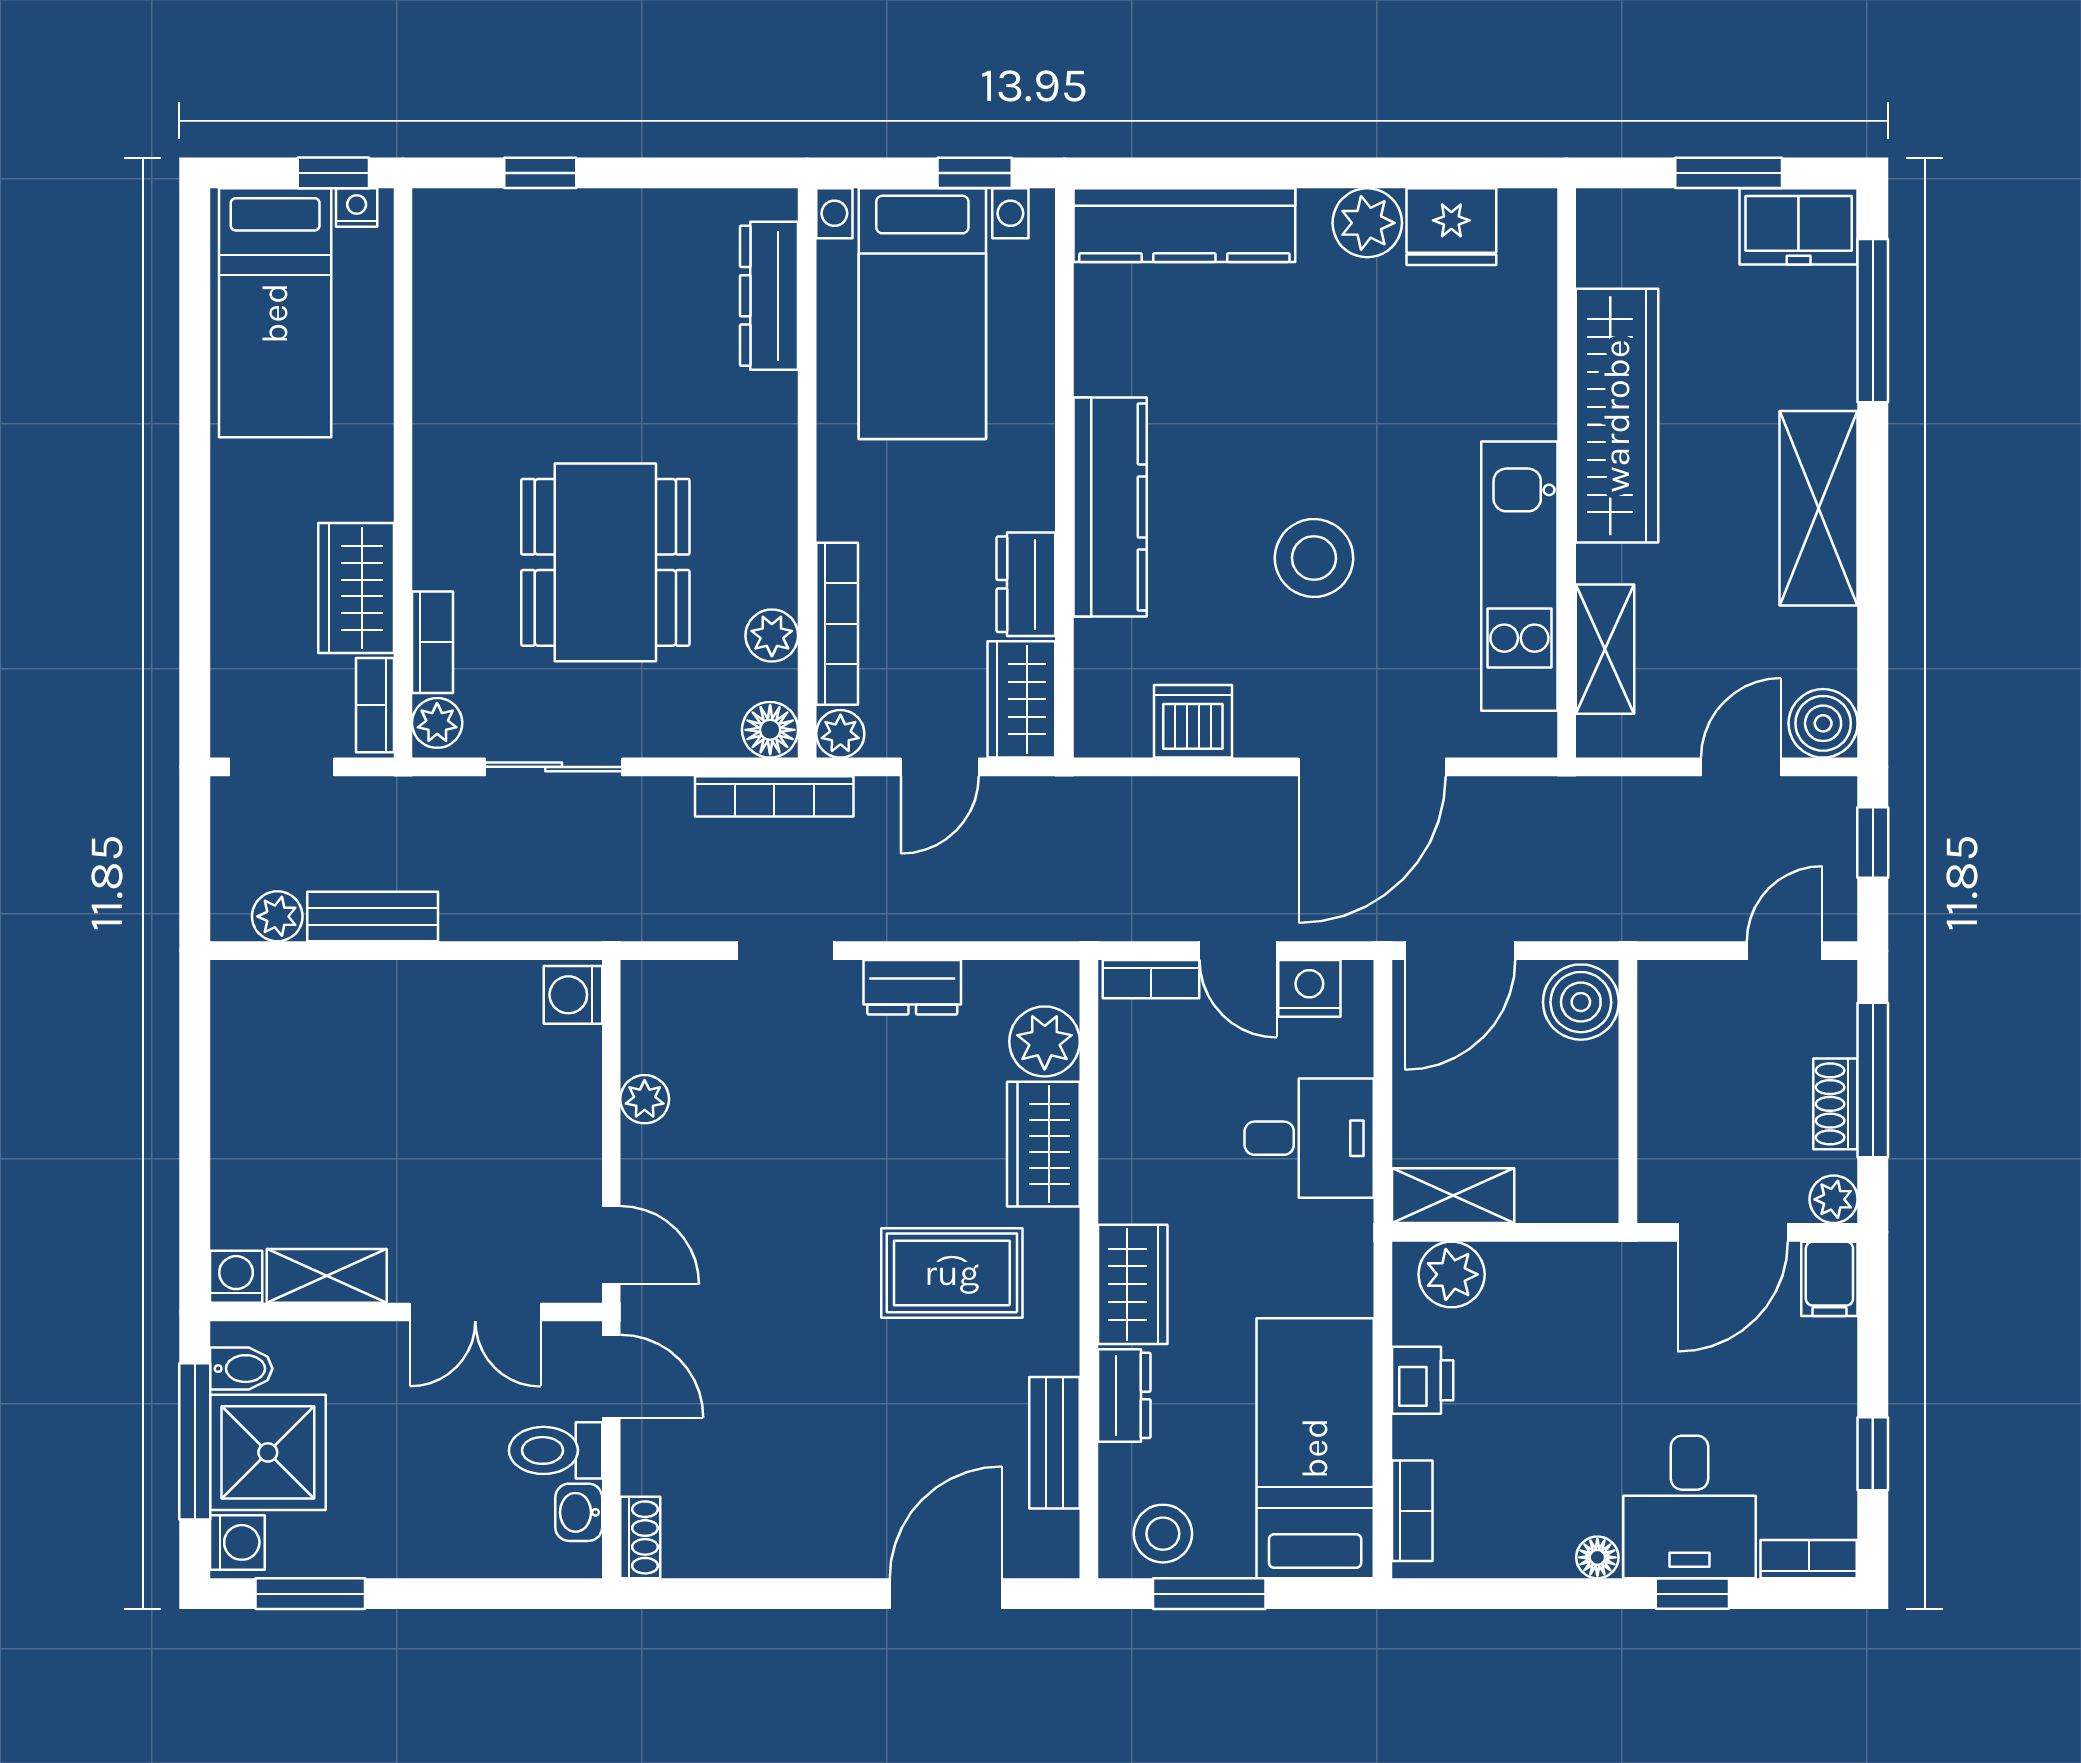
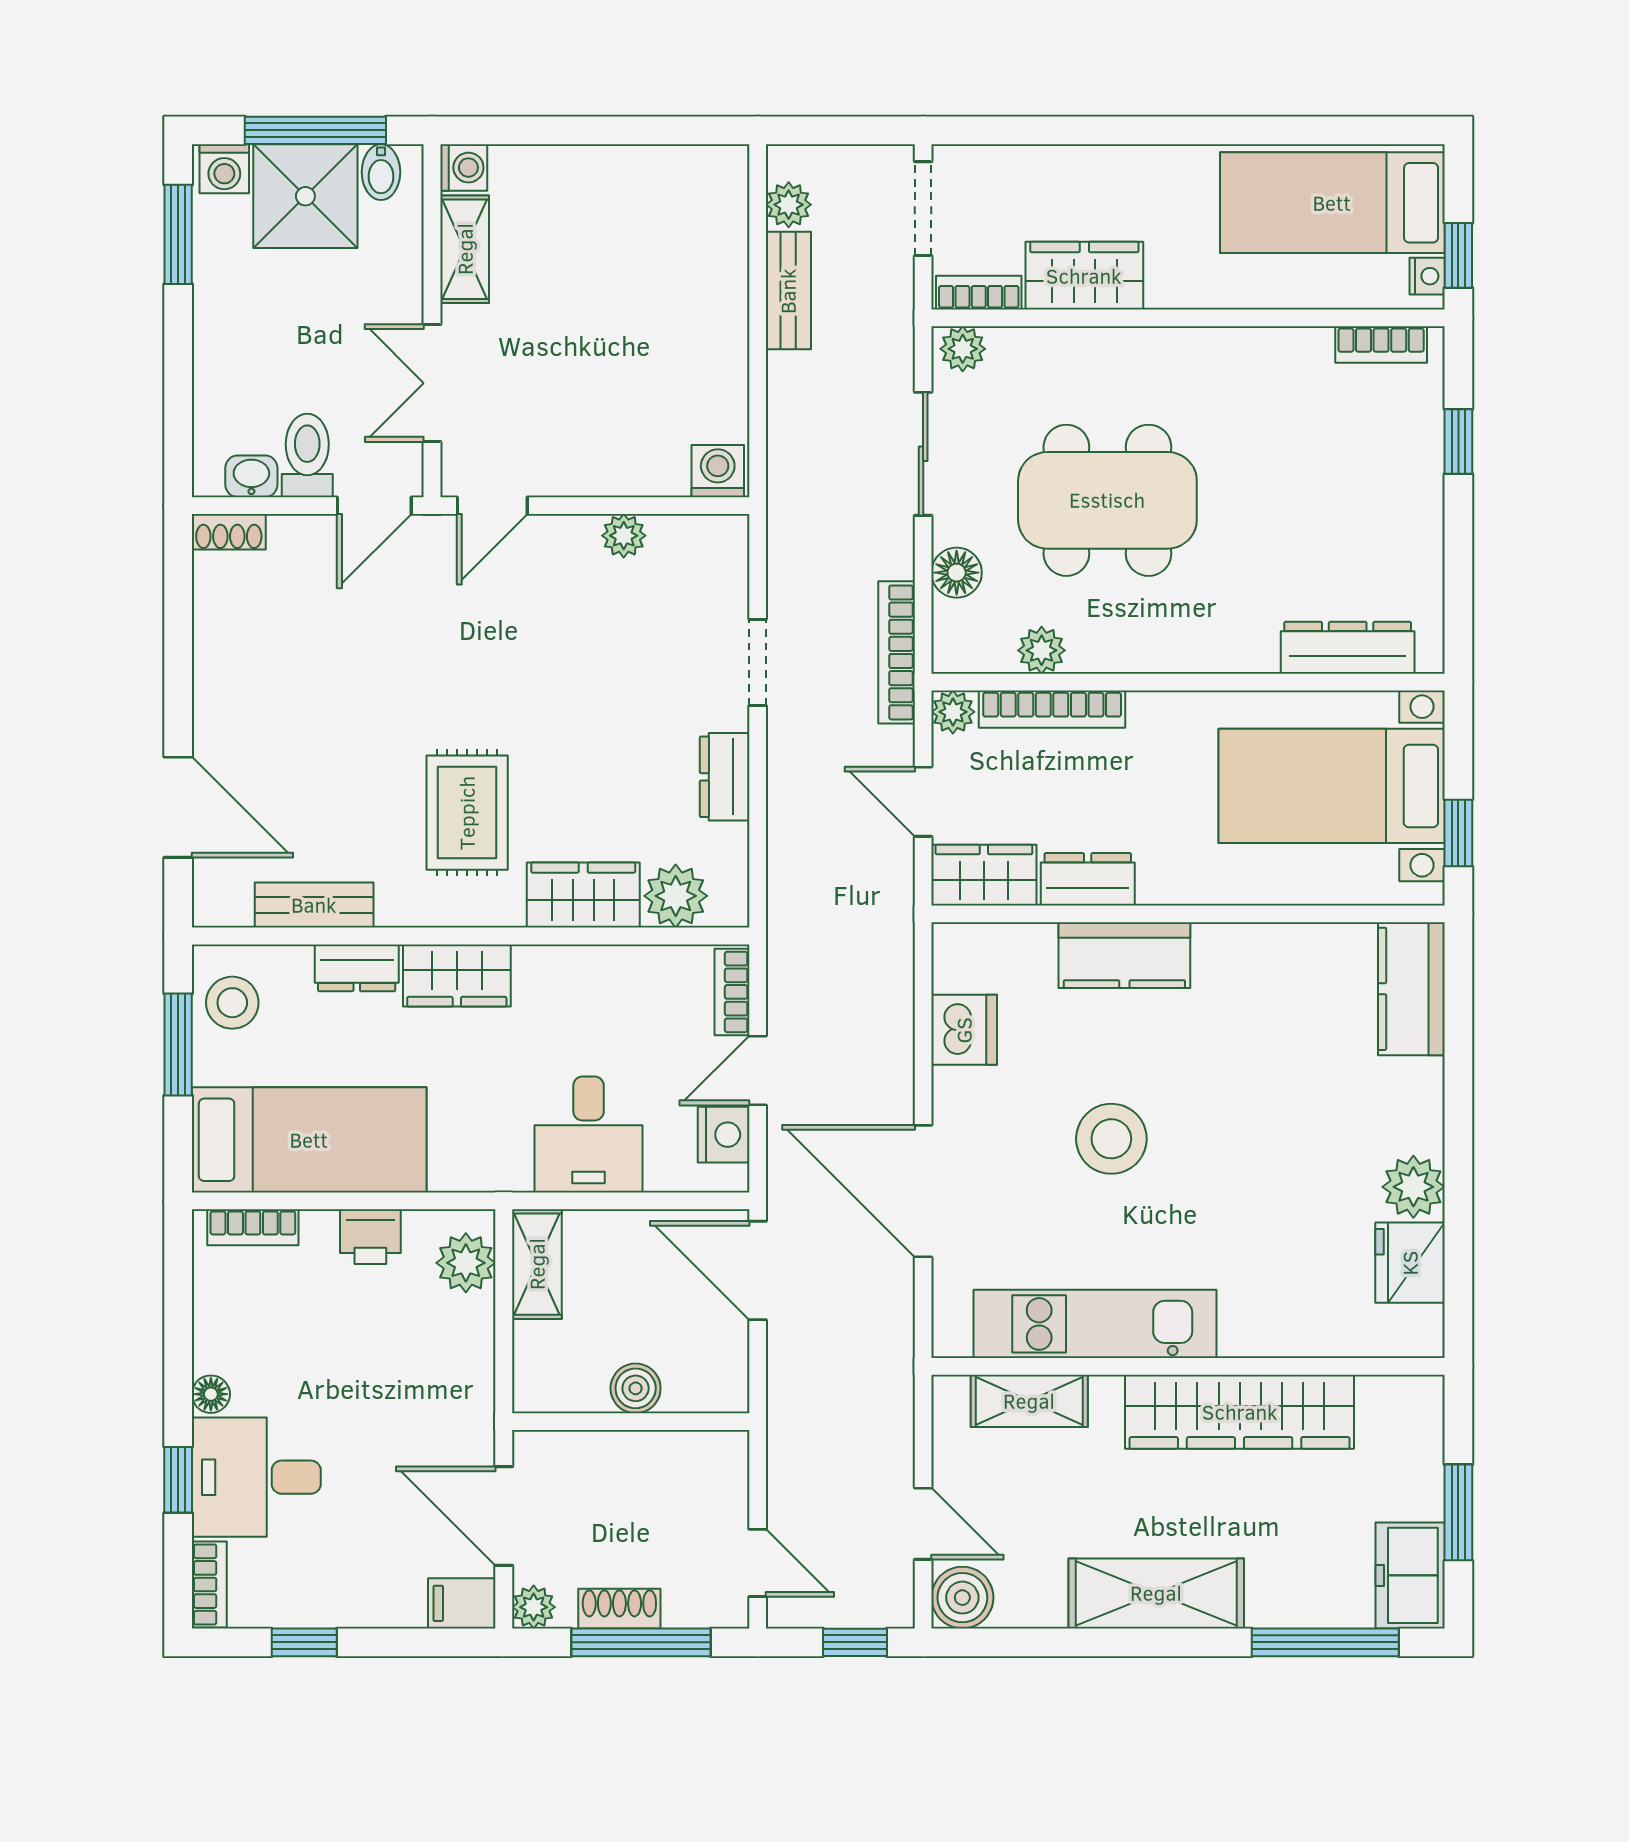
kitchen counter: (1184, 225) -> (1411, 989), width x0.67
kitchen counter: (1110, 507) -> (1124, 955), width x0.67
bookcase: (432, 642) -> (1381, 345), moved
floor lamp: (770, 730) -> (957, 573), moved
boiler: (1581, 1002) -> (636, 1388), moved, width x0.73, depth x0.73

